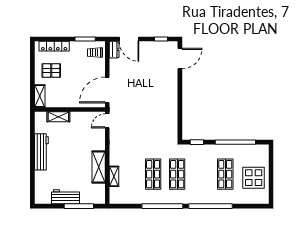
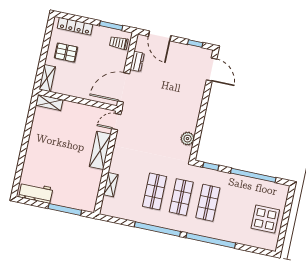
dresser: (114, 50) -> (137, 61), moved
door: (180, 59) -> (212, 70), hinge flipped
shelving: (58, 117) -> (49, 103), moved
plant: (172, 122) -> (188, 139), added
workbench: (41, 152) -> (36, 140), removed
shelving: (99, 167) -> (100, 150), moved
shop shelf: (225, 174) -> (208, 203), moved
workbench: (65, 197) -> (36, 192), moved

